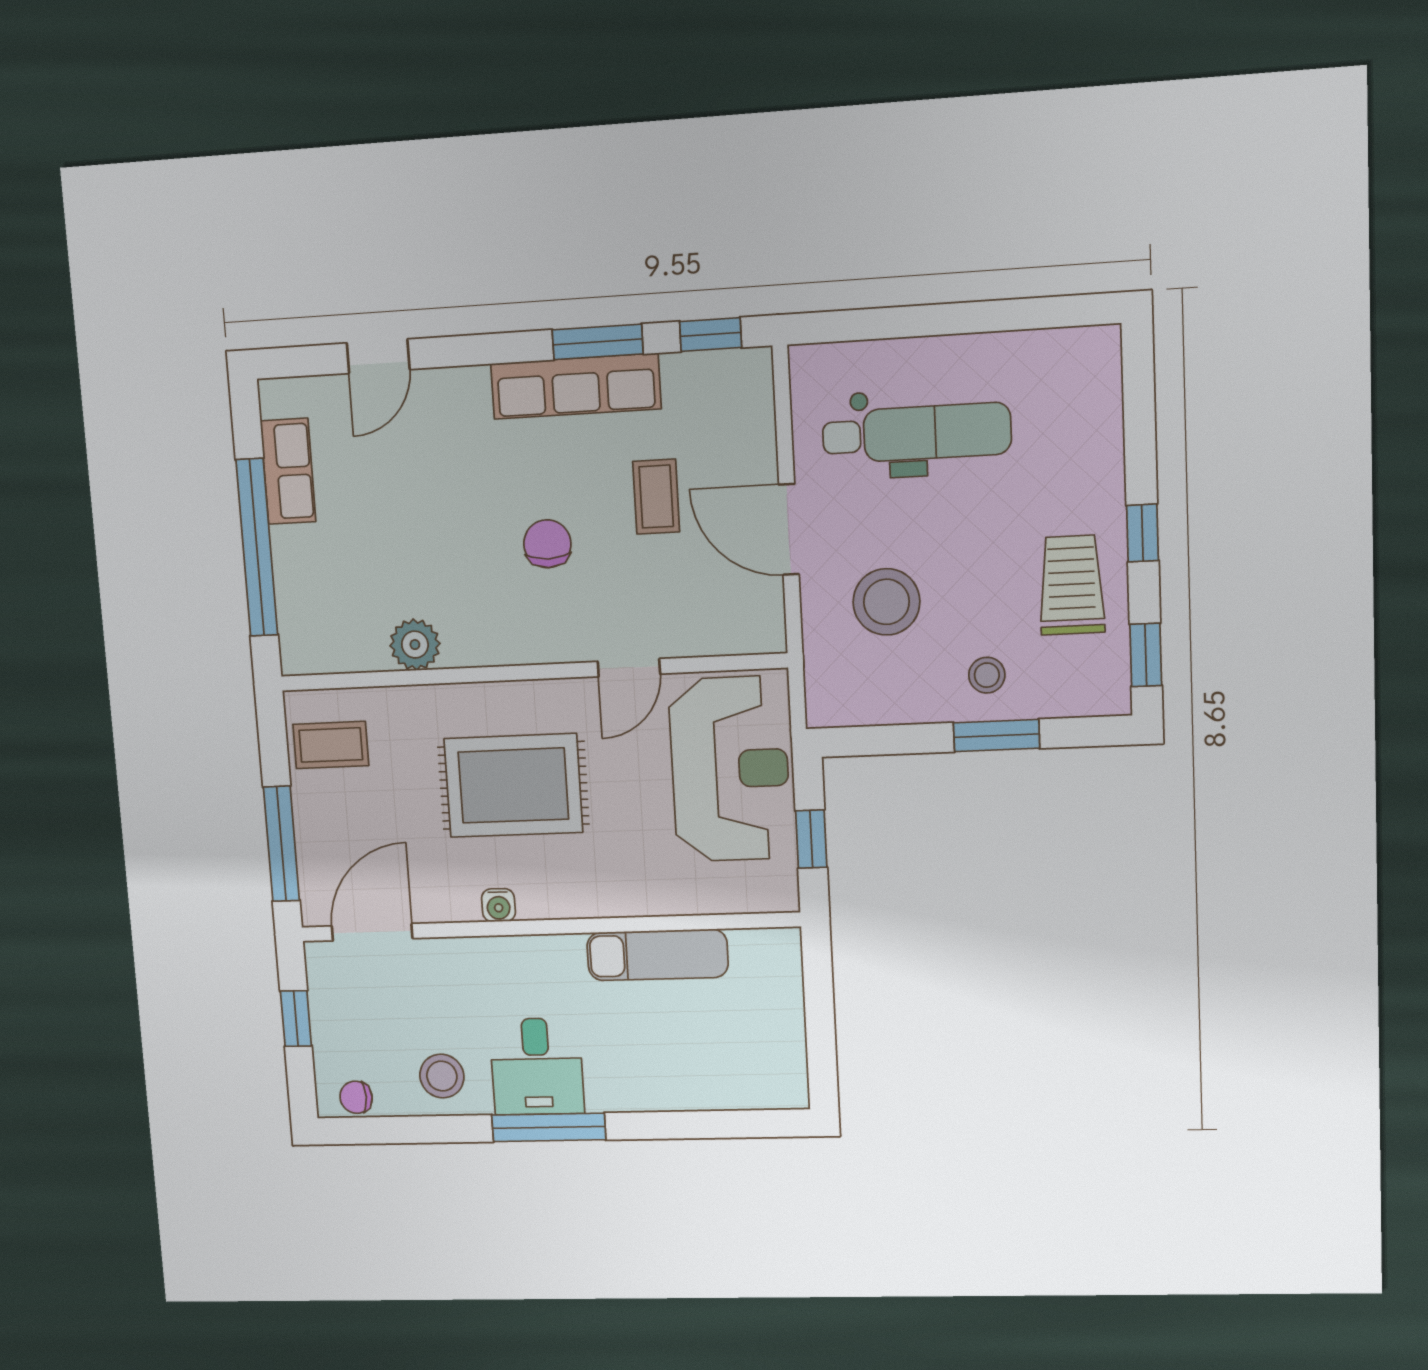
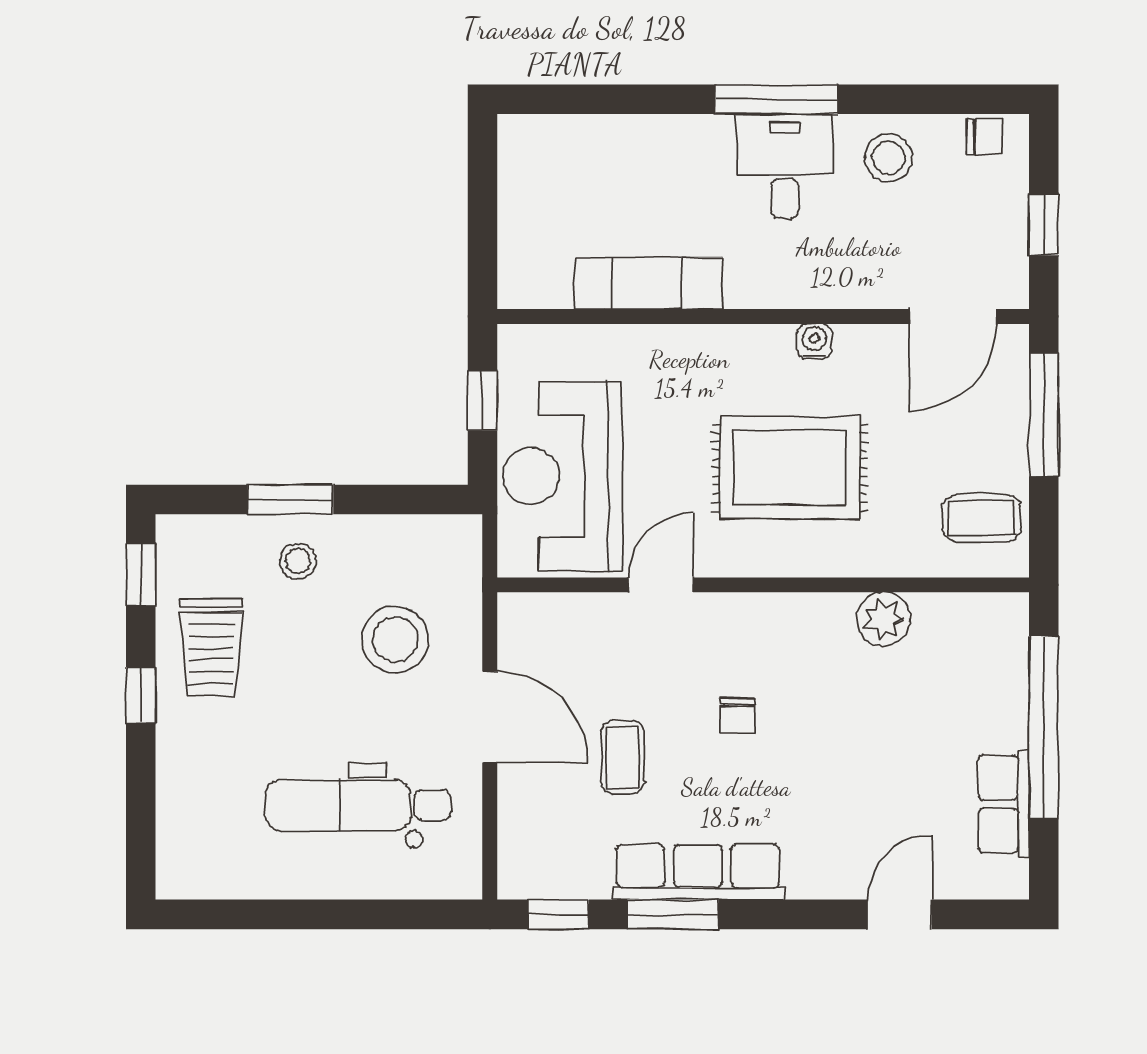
chair: (547, 544) -> (737, 716), width x0.73, depth x0.73

